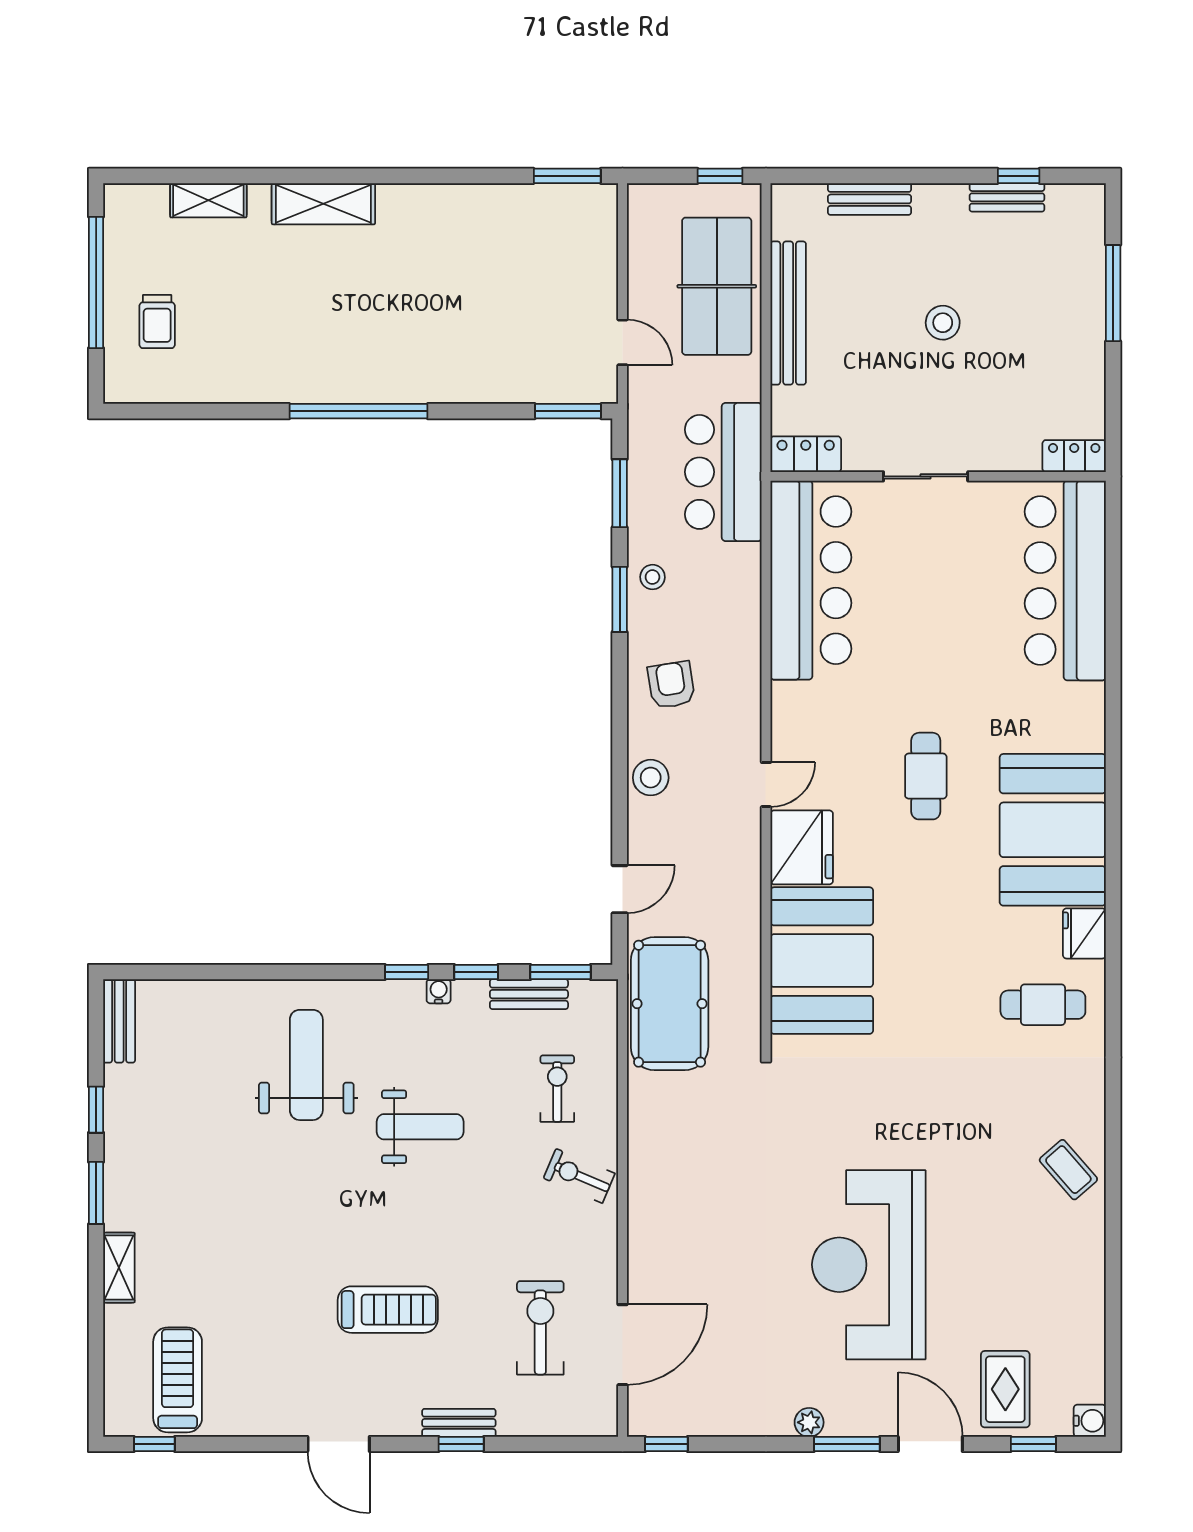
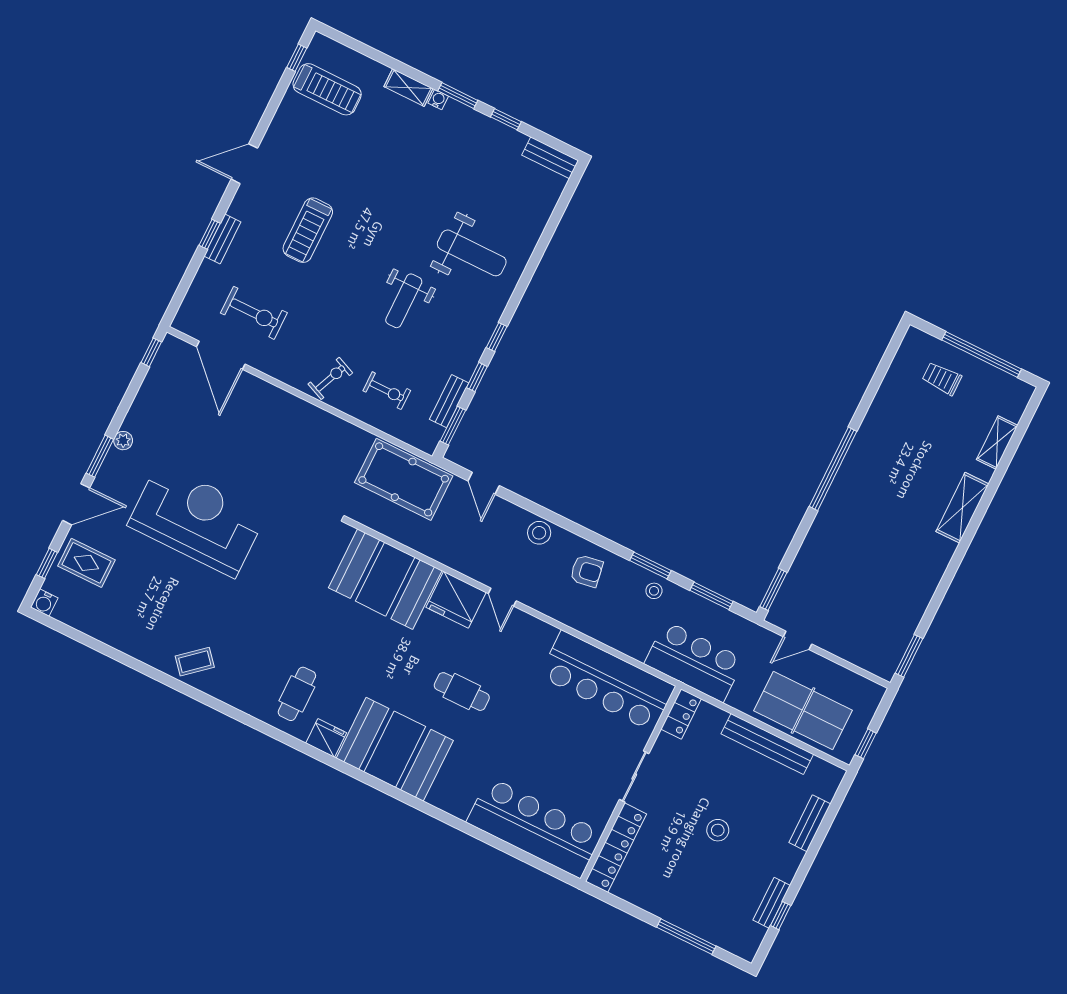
locker: (1074, 456) -> (616, 848), width x2.16, depth x1.21
water cooler: (439, 991) -> (438, 100), moved, turned -90

